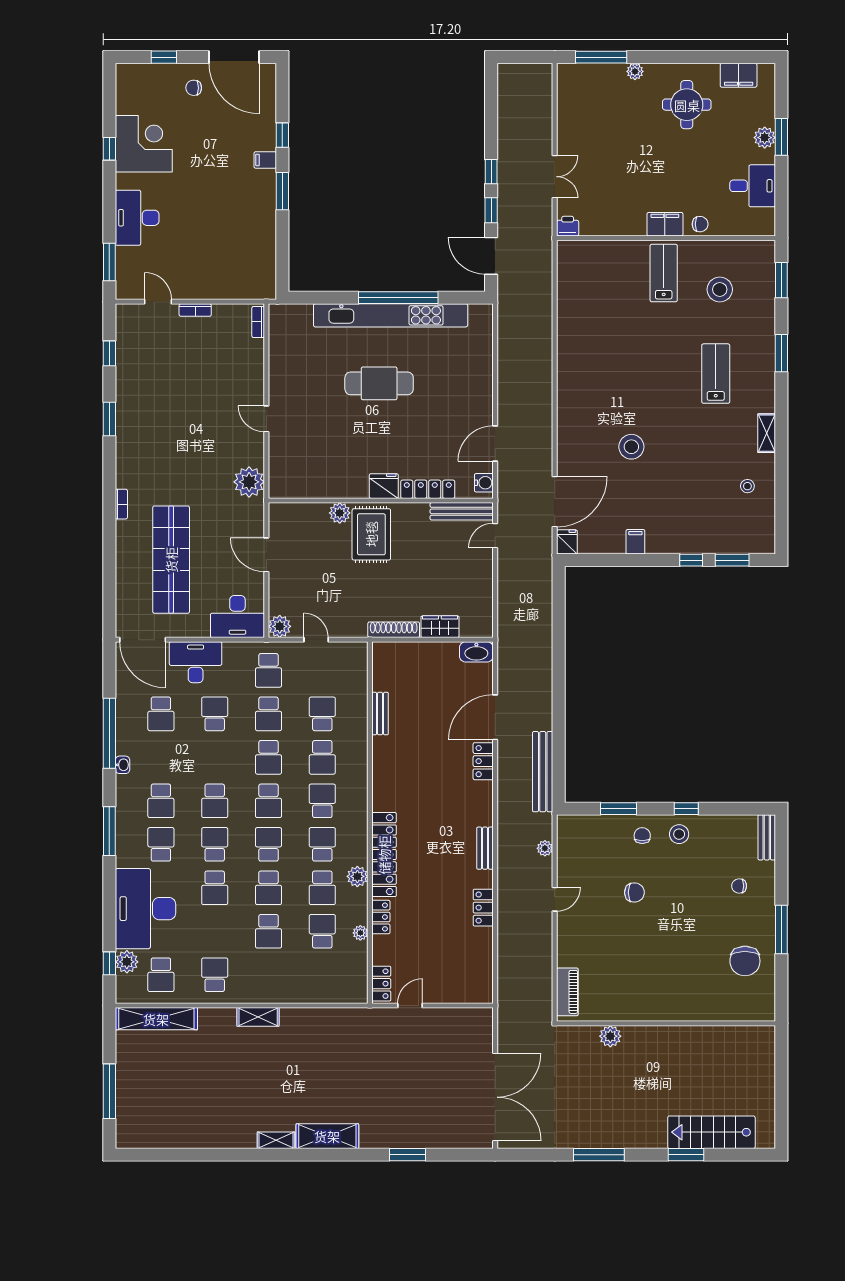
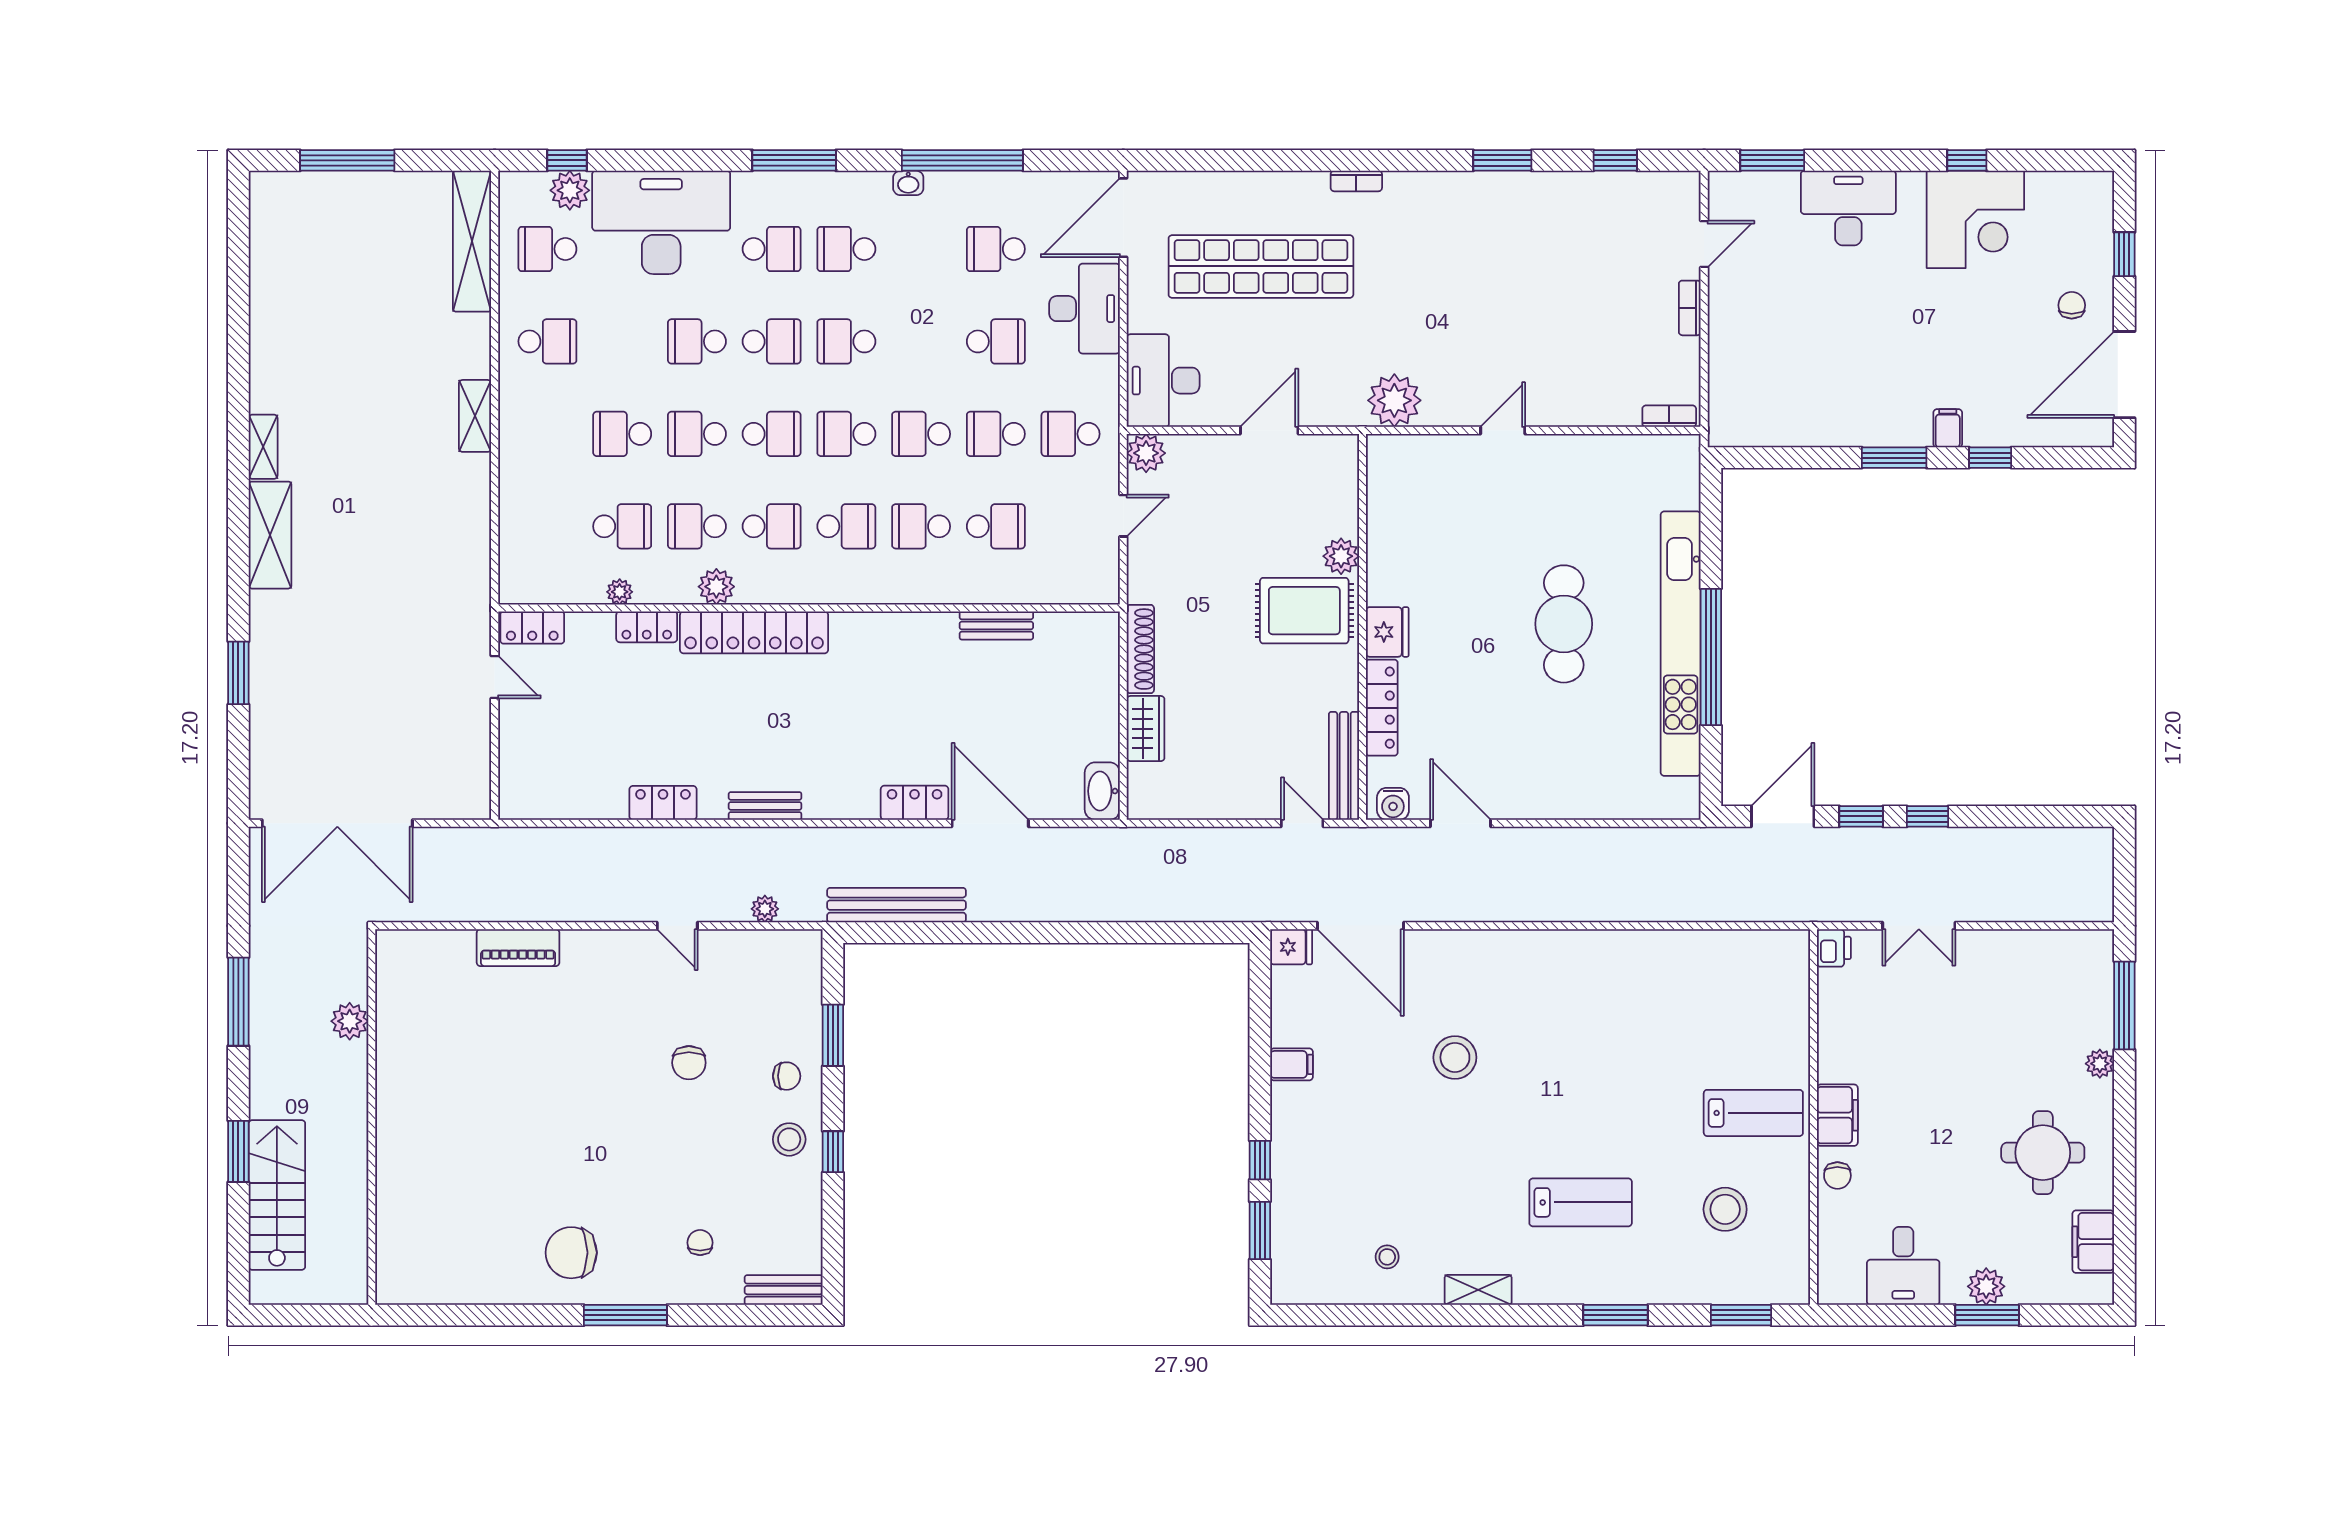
wall: (666, 1023) -> (372, 1117), moved
plant: (610, 1036) -> (350, 1021), moved

